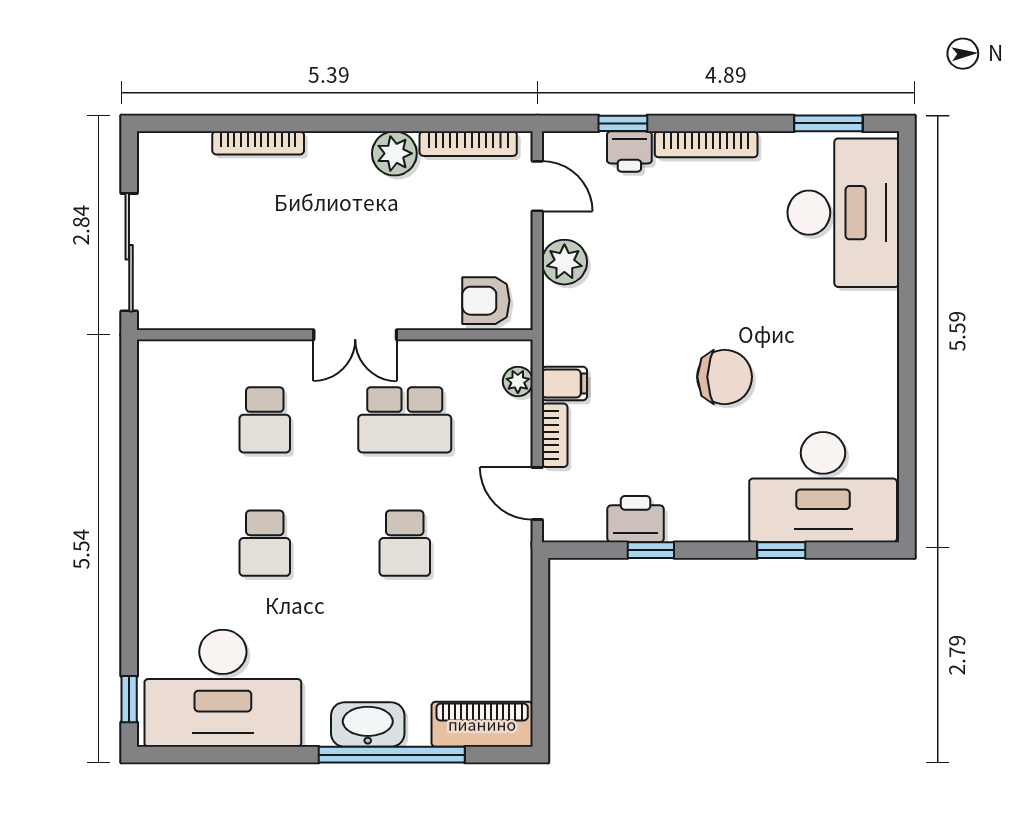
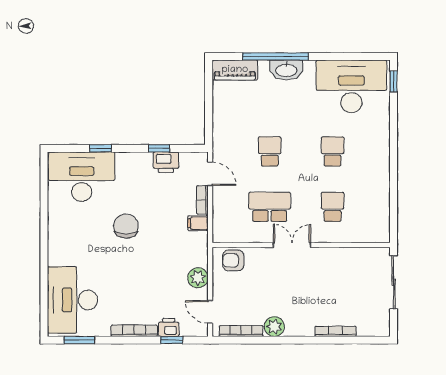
armchair: (486, 301) -> (233, 260), turned 180
chair: (725, 377) -> (126, 226), turned 90
plant: (518, 381) -> (219, 224), removed

